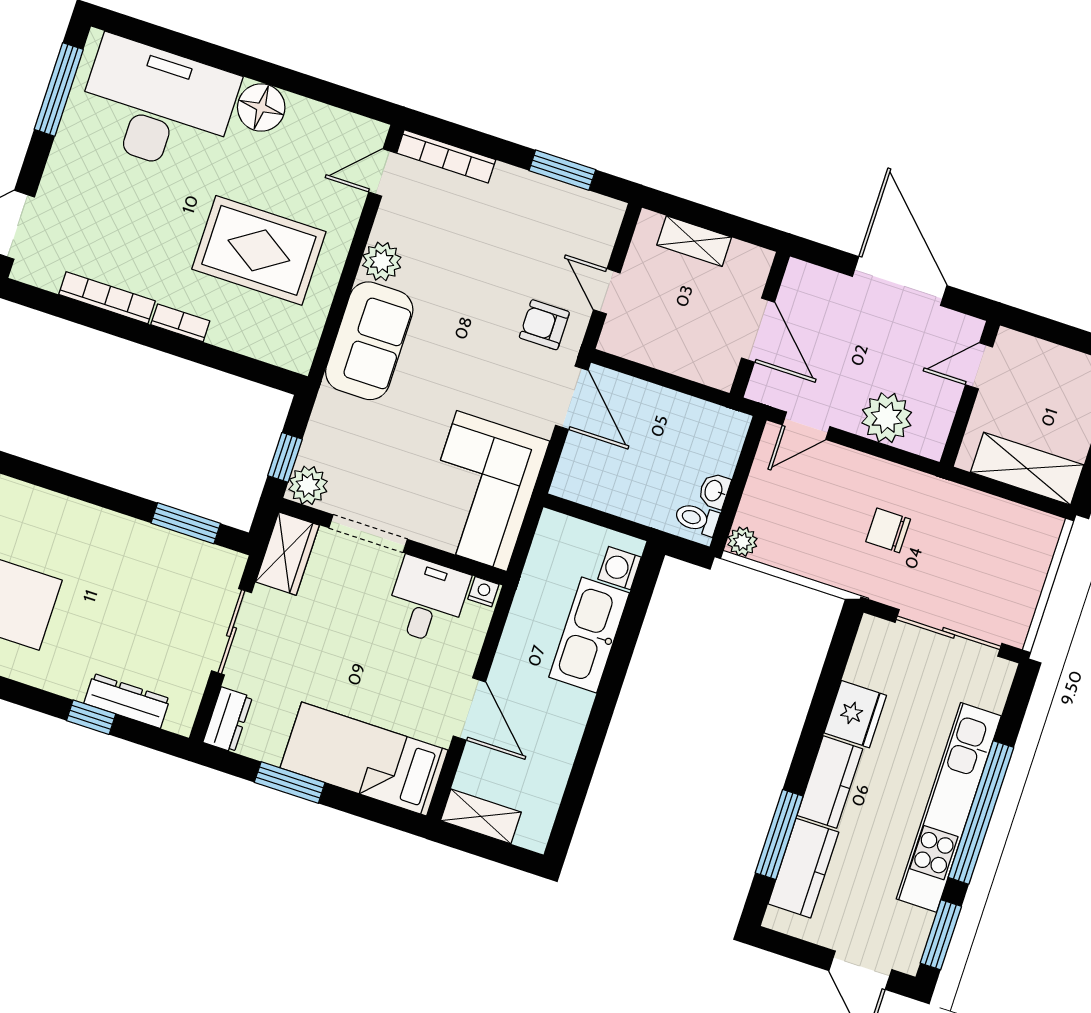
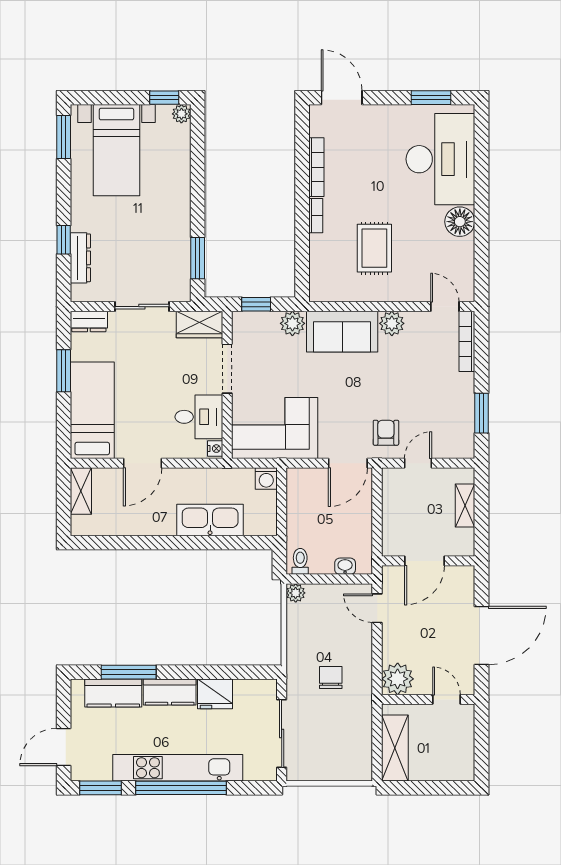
window: (59, 89) -> (431, 98), width x0.69
rug: (259, 250) -> (374, 248), width x0.73, depth x0.70
plant: (887, 418) -> (398, 679), moved
plant: (308, 485) -> (292, 323), moved
washbasin: (714, 491) -> (345, 566), moved
washing machine: (620, 568) -> (266, 479), moved, turned 180

